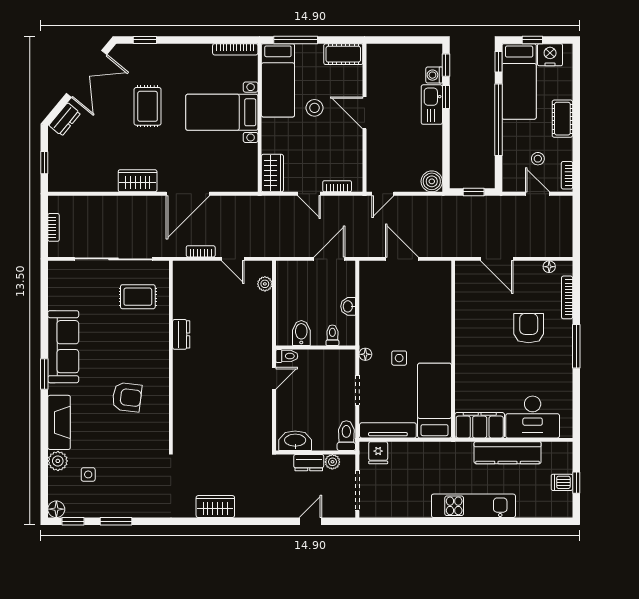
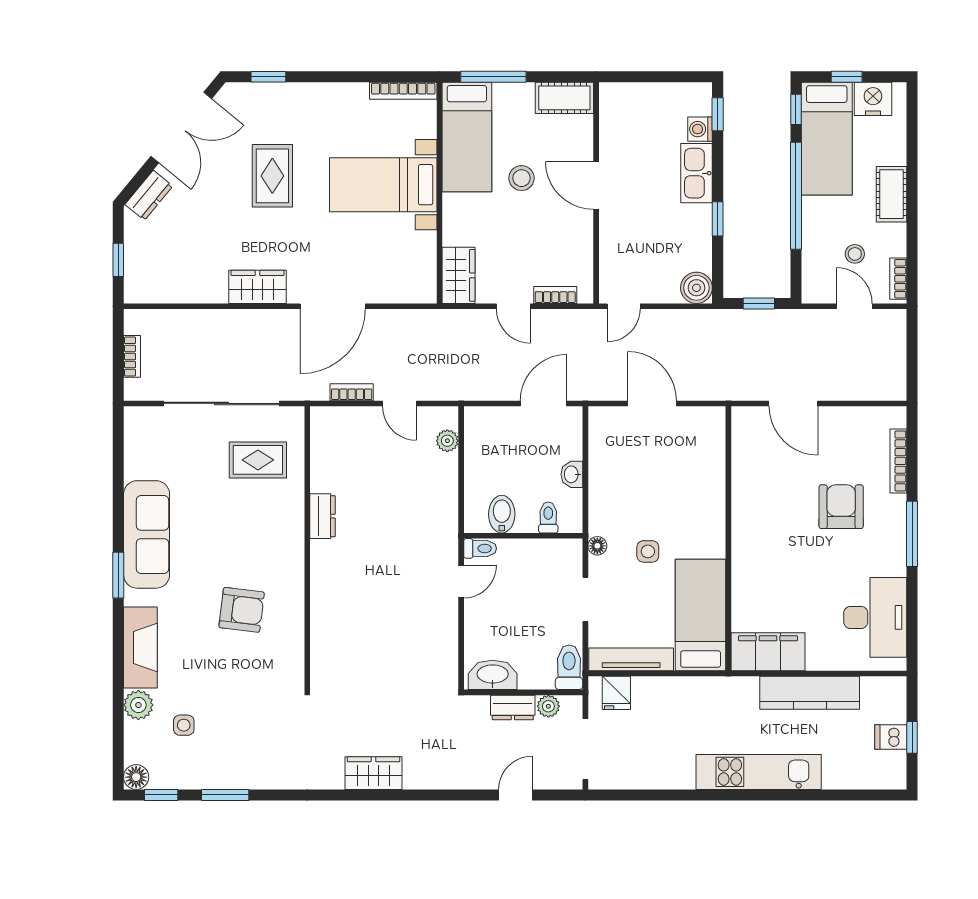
window: (446, 97) -> (718, 219), moved
floor lamp: (549, 267) -> (872, 415), removed
desk: (533, 417) -> (875, 617), moved, turned -90

